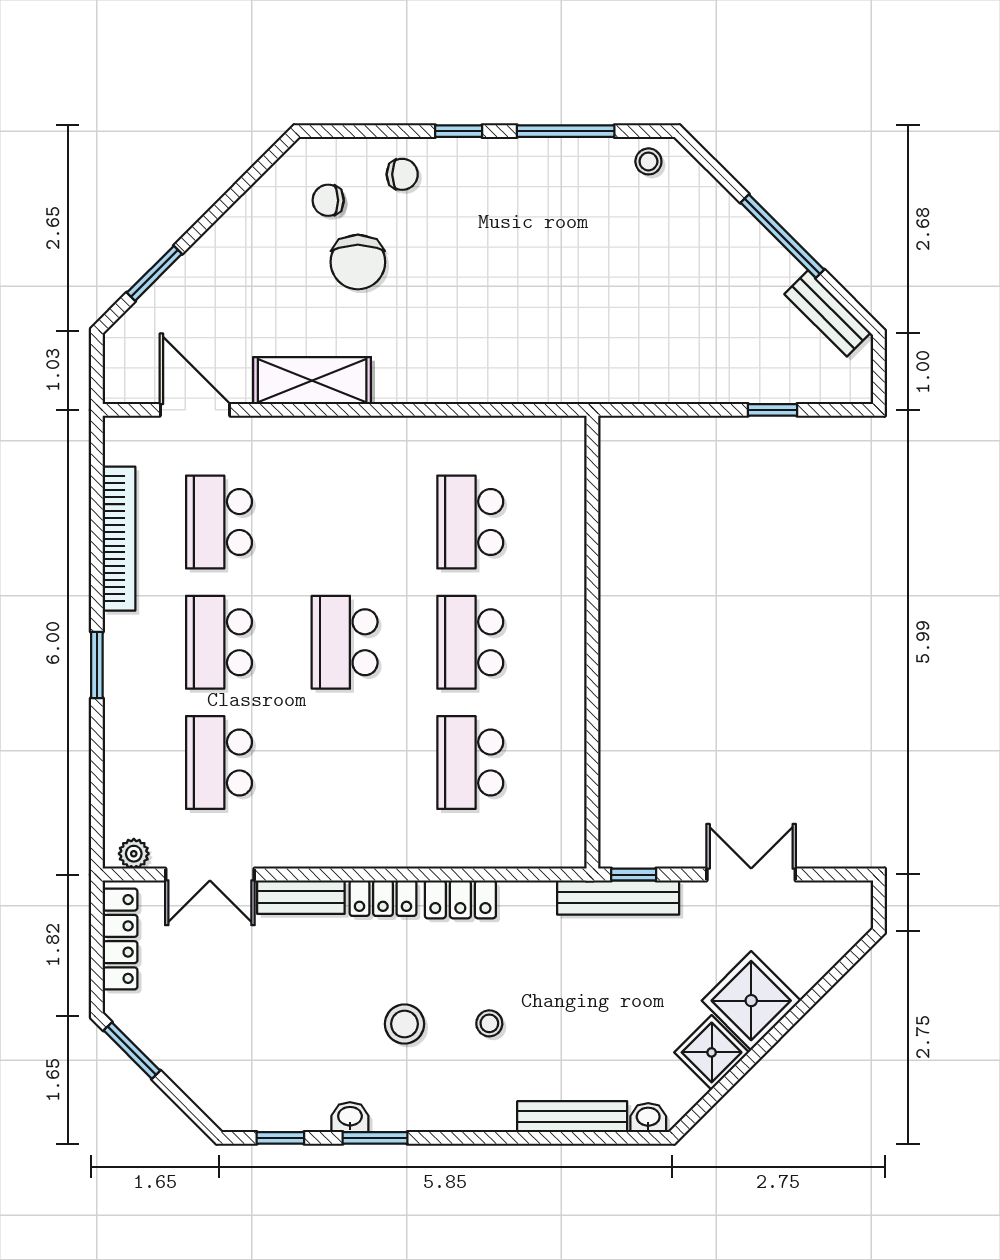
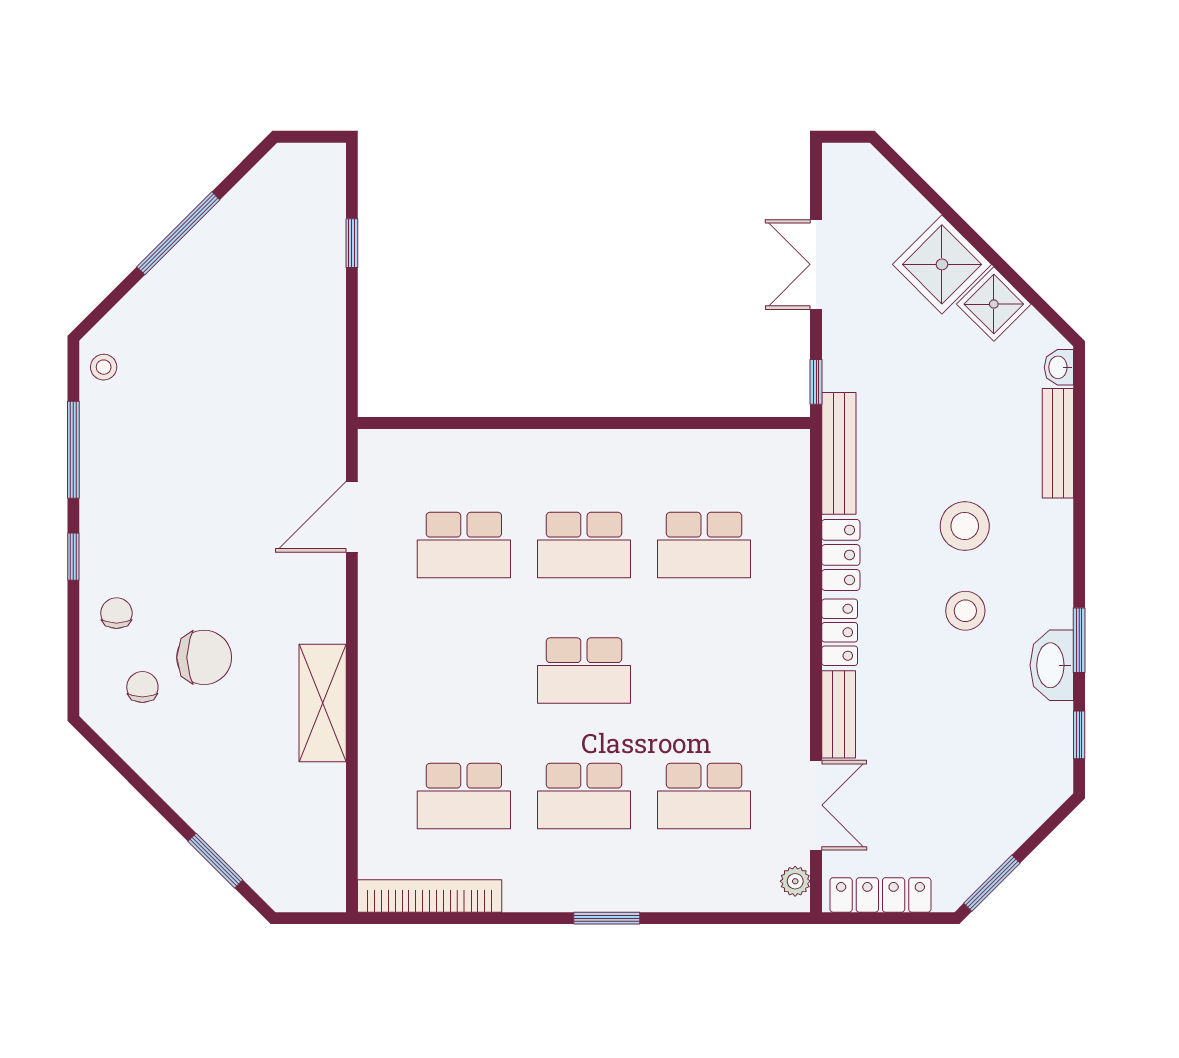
chair: (328, 200) -> (142, 687), turned 180
bench: (827, 313) -> (255, 188), removed
door: (195, 410) -> (352, 517), moved
bookcase: (119, 539) -> (430, 896), moved
bench: (618, 897) -> (839, 453), moved
stool: (489, 1023) -> (965, 526), width x1.89, depth x1.89
washbasin: (350, 1117) -> (1052, 665), width x1.91, depth x1.45

